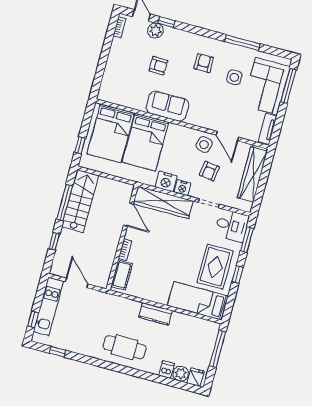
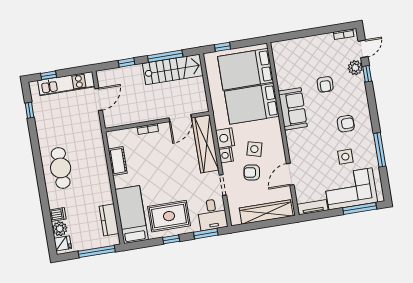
side table: (204, 145) -> (254, 149), moved
cot: (122, 275) -> (118, 161), moved, turned 90
kitchen counter: (155, 314) -> (109, 220), moved

